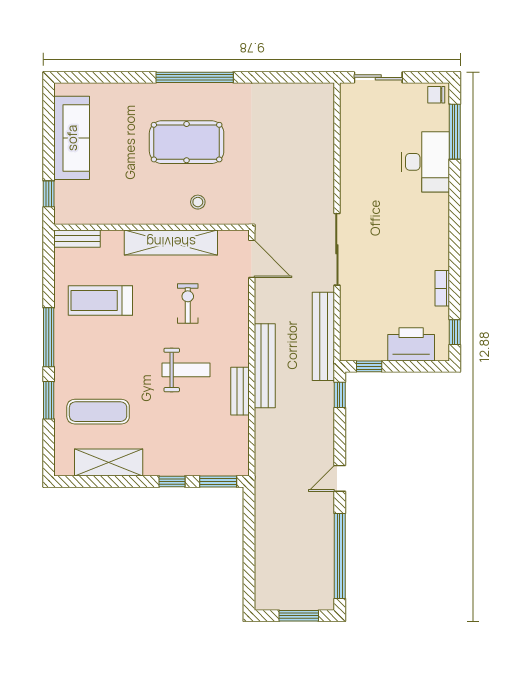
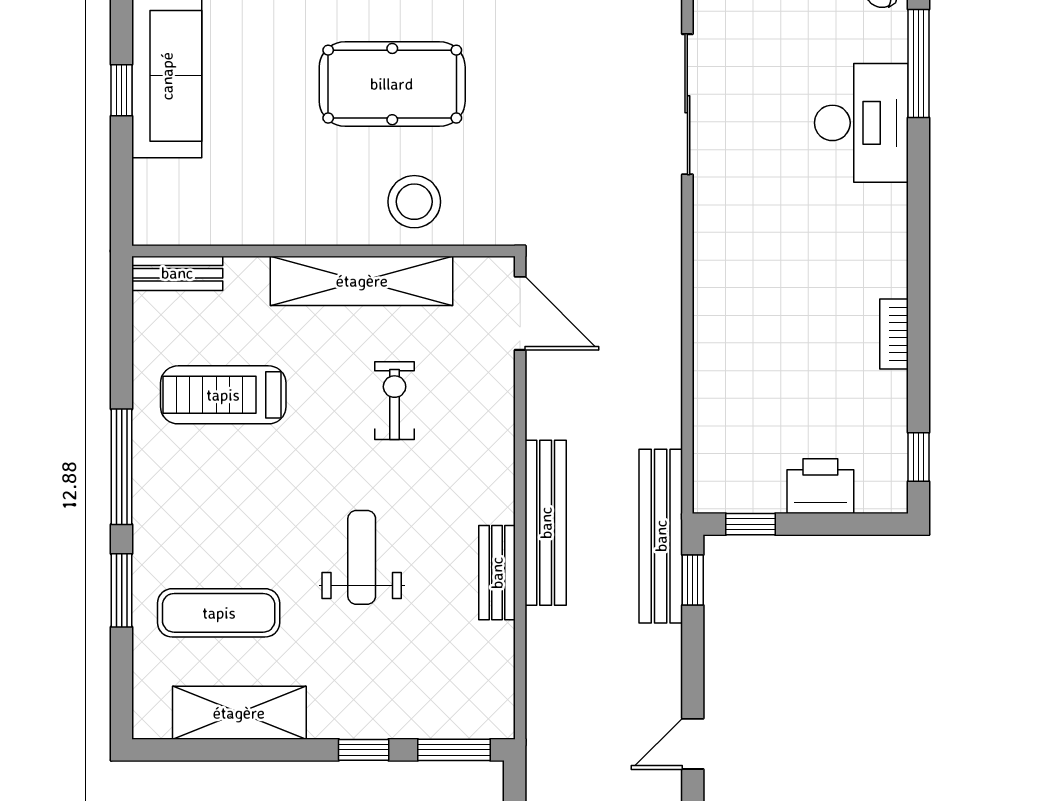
window: (49, 194) -> (122, 90), moved
stool: (198, 202) -> (414, 202), width x1.89, depth x1.89
sliding door: (337, 249) -> (687, 104), moved
bookcase: (442, 288) -> (894, 334), moved
bench: (323, 336) -> (661, 536), moved
printer: (411, 344) -> (820, 486), width x0.73, depth x0.84
weight bench: (186, 370) -> (362, 557), moved, turned -90

